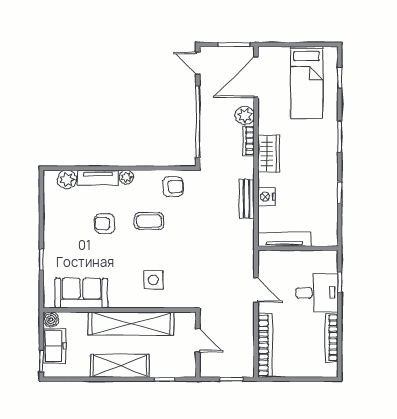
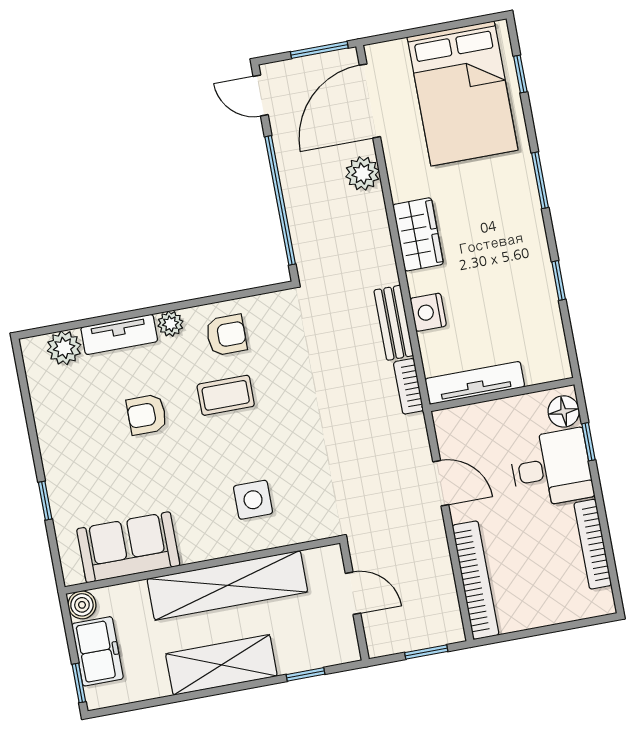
bed: (307, 82) -> (463, 93), width x1.50
bookcase: (248, 141) -> (409, 386), moved
armchair: (173, 187) -> (226, 335), moved
floor lamp: (329, 263) -> (564, 411), added

